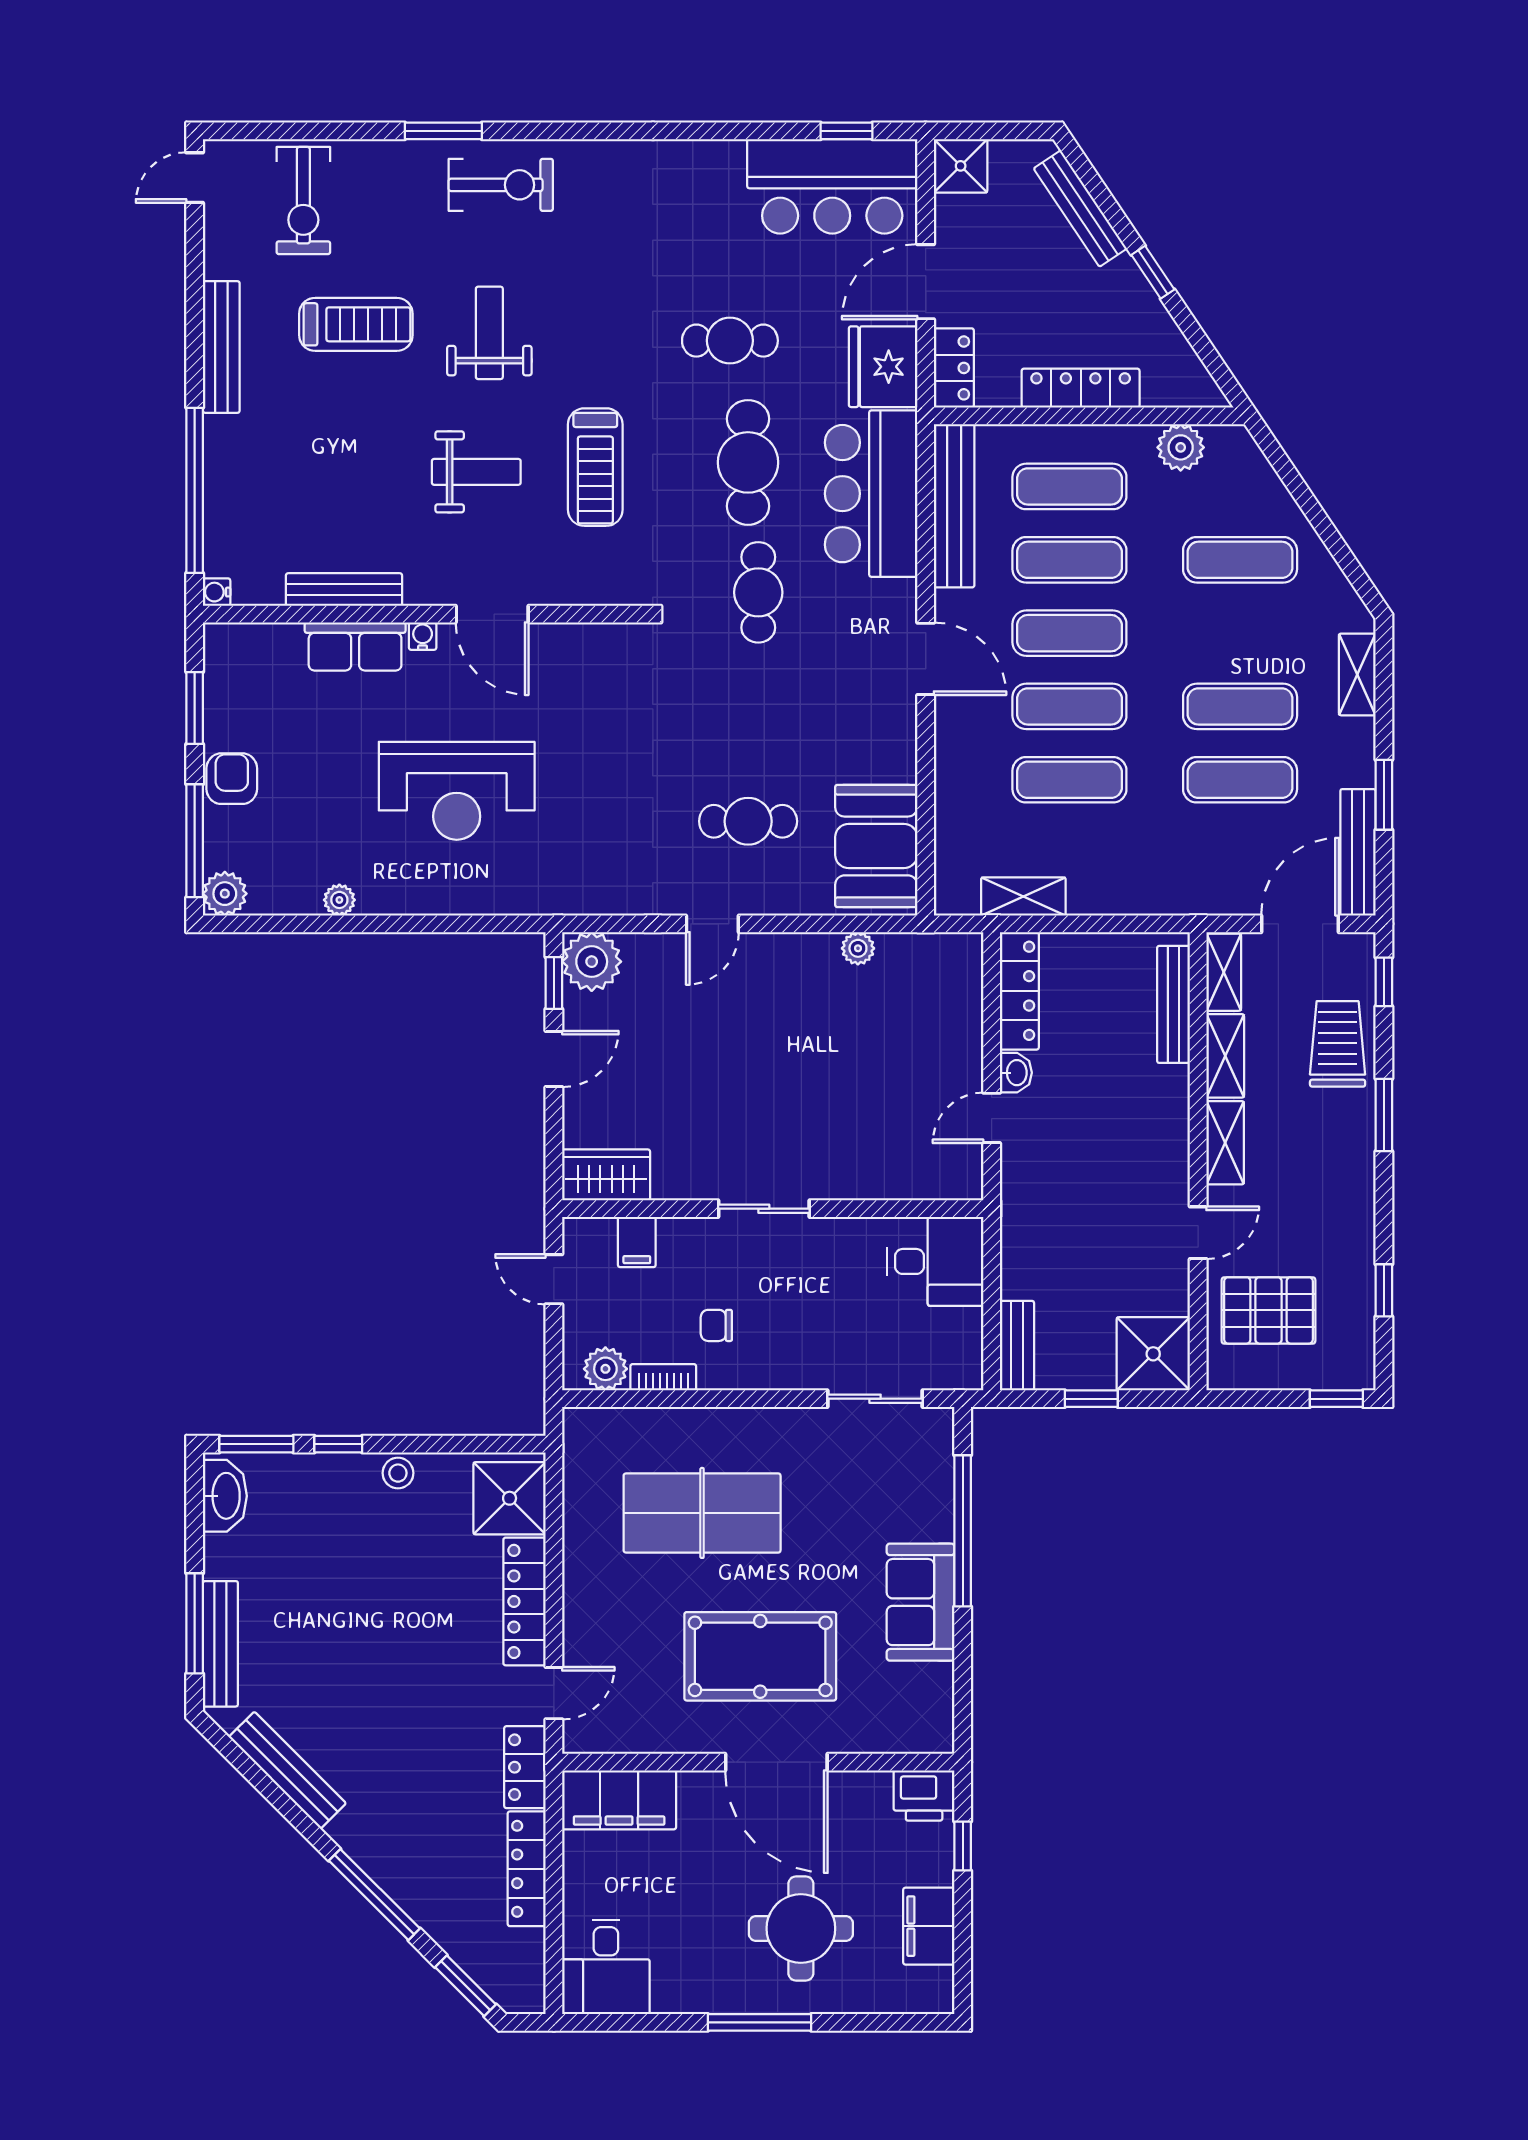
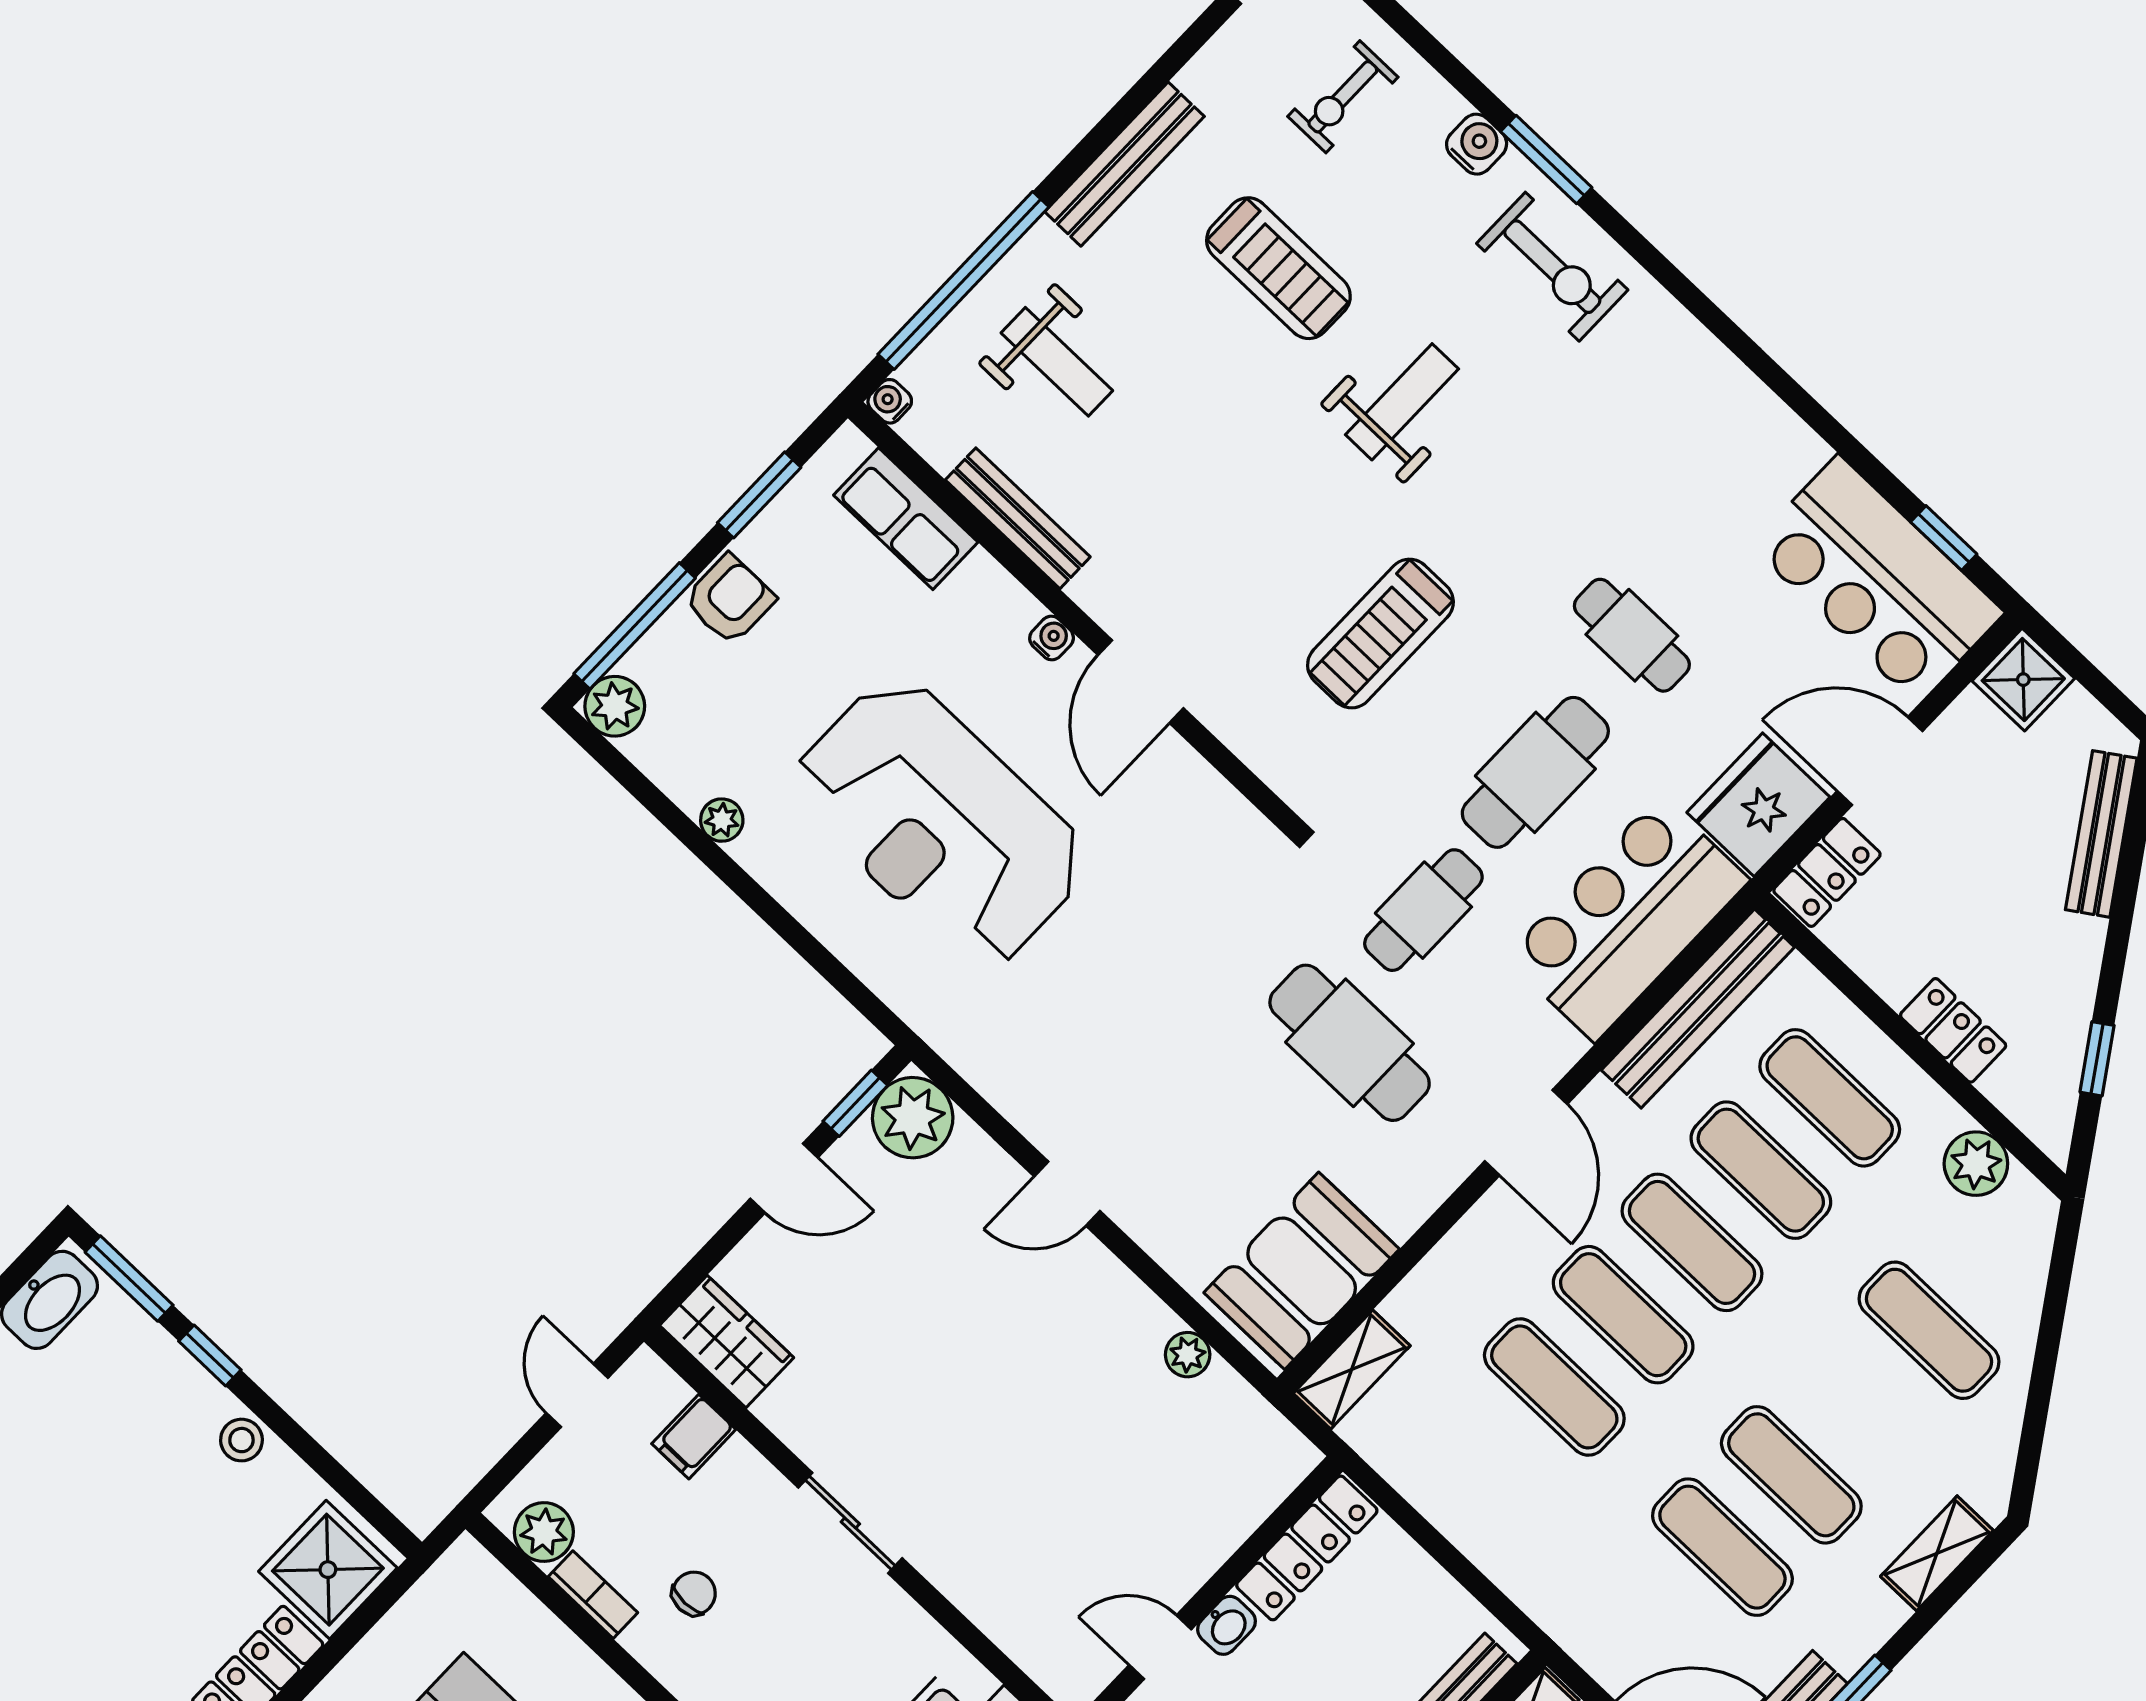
water cooler: (398, 158) -> (1477, 144), added
exercise bike: (303, 201) -> (1343, 97), width x0.73, depth x0.72
window: (1153, 272) -> (2097, 1059), moved
locker: (1081, 388) -> (1953, 1030), width x0.66
weight bench: (476, 472) -> (1057, 362), moved
row of seats: (355, 646) -> (906, 519), moved
reception desk: (457, 791) -> (940, 823), width x1.36, depth x1.30
cafe table: (748, 821) -> (1350, 1043), moved, width x1.37, depth x1.35
shelving: (1023, 896) -> (1352, 1370), moved, turned 90
chair: (716, 1325) -> (694, 1593), turned 90

